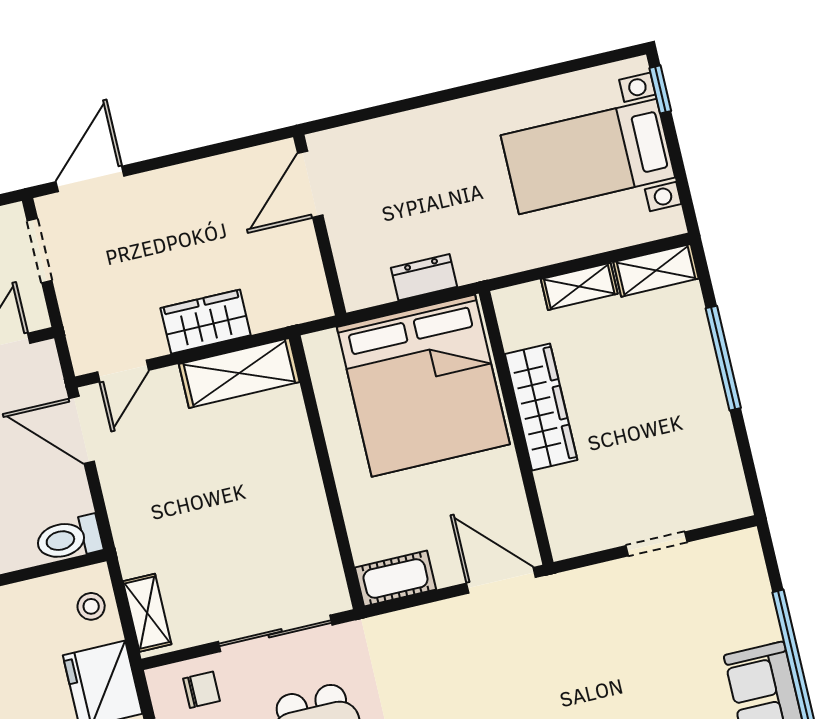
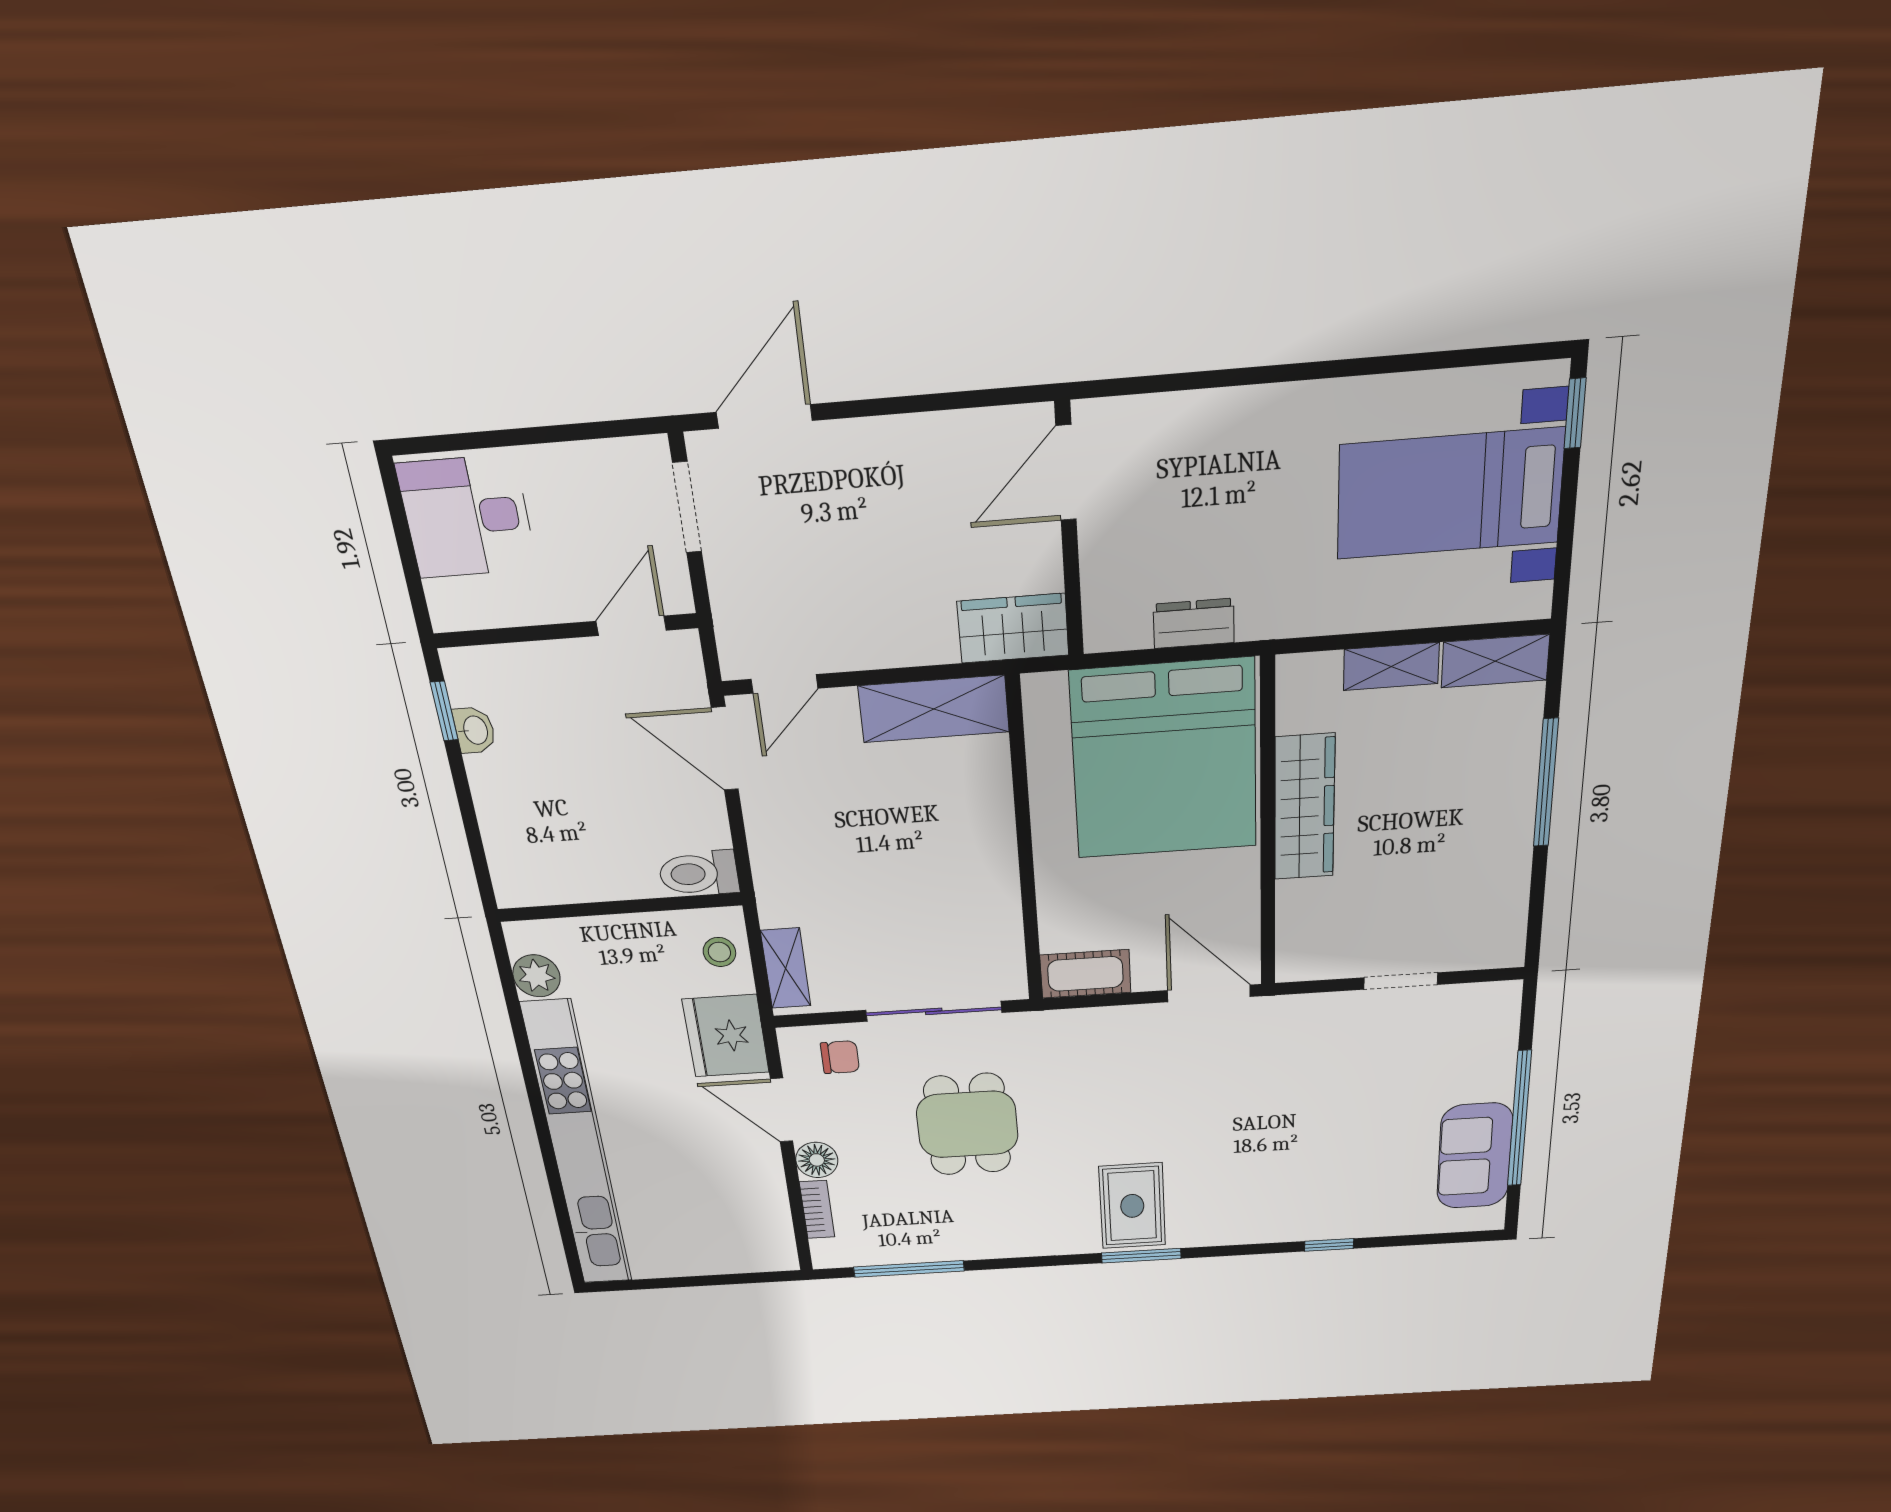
wardrobe: (206, 322) -> (1013, 628), moved

